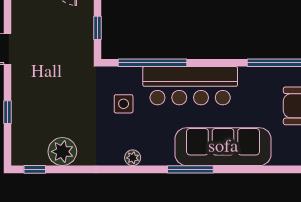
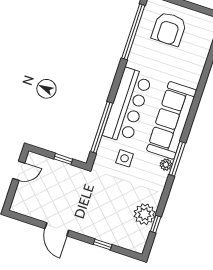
sofa: (223, 147) -> (172, 120), moved
window: (35, 169) -> (156, 224), moved
window: (190, 169) -> (177, 159), moved

